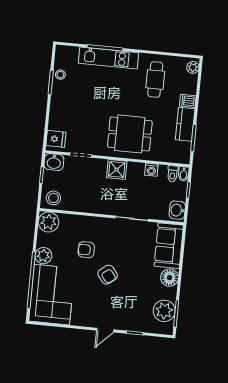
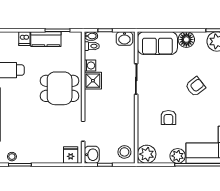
dining table: (130, 134) -> (60, 88), turned 90
shower: (117, 169) -> (93, 81), moved
armchair: (108, 275) -> (195, 87), moved

